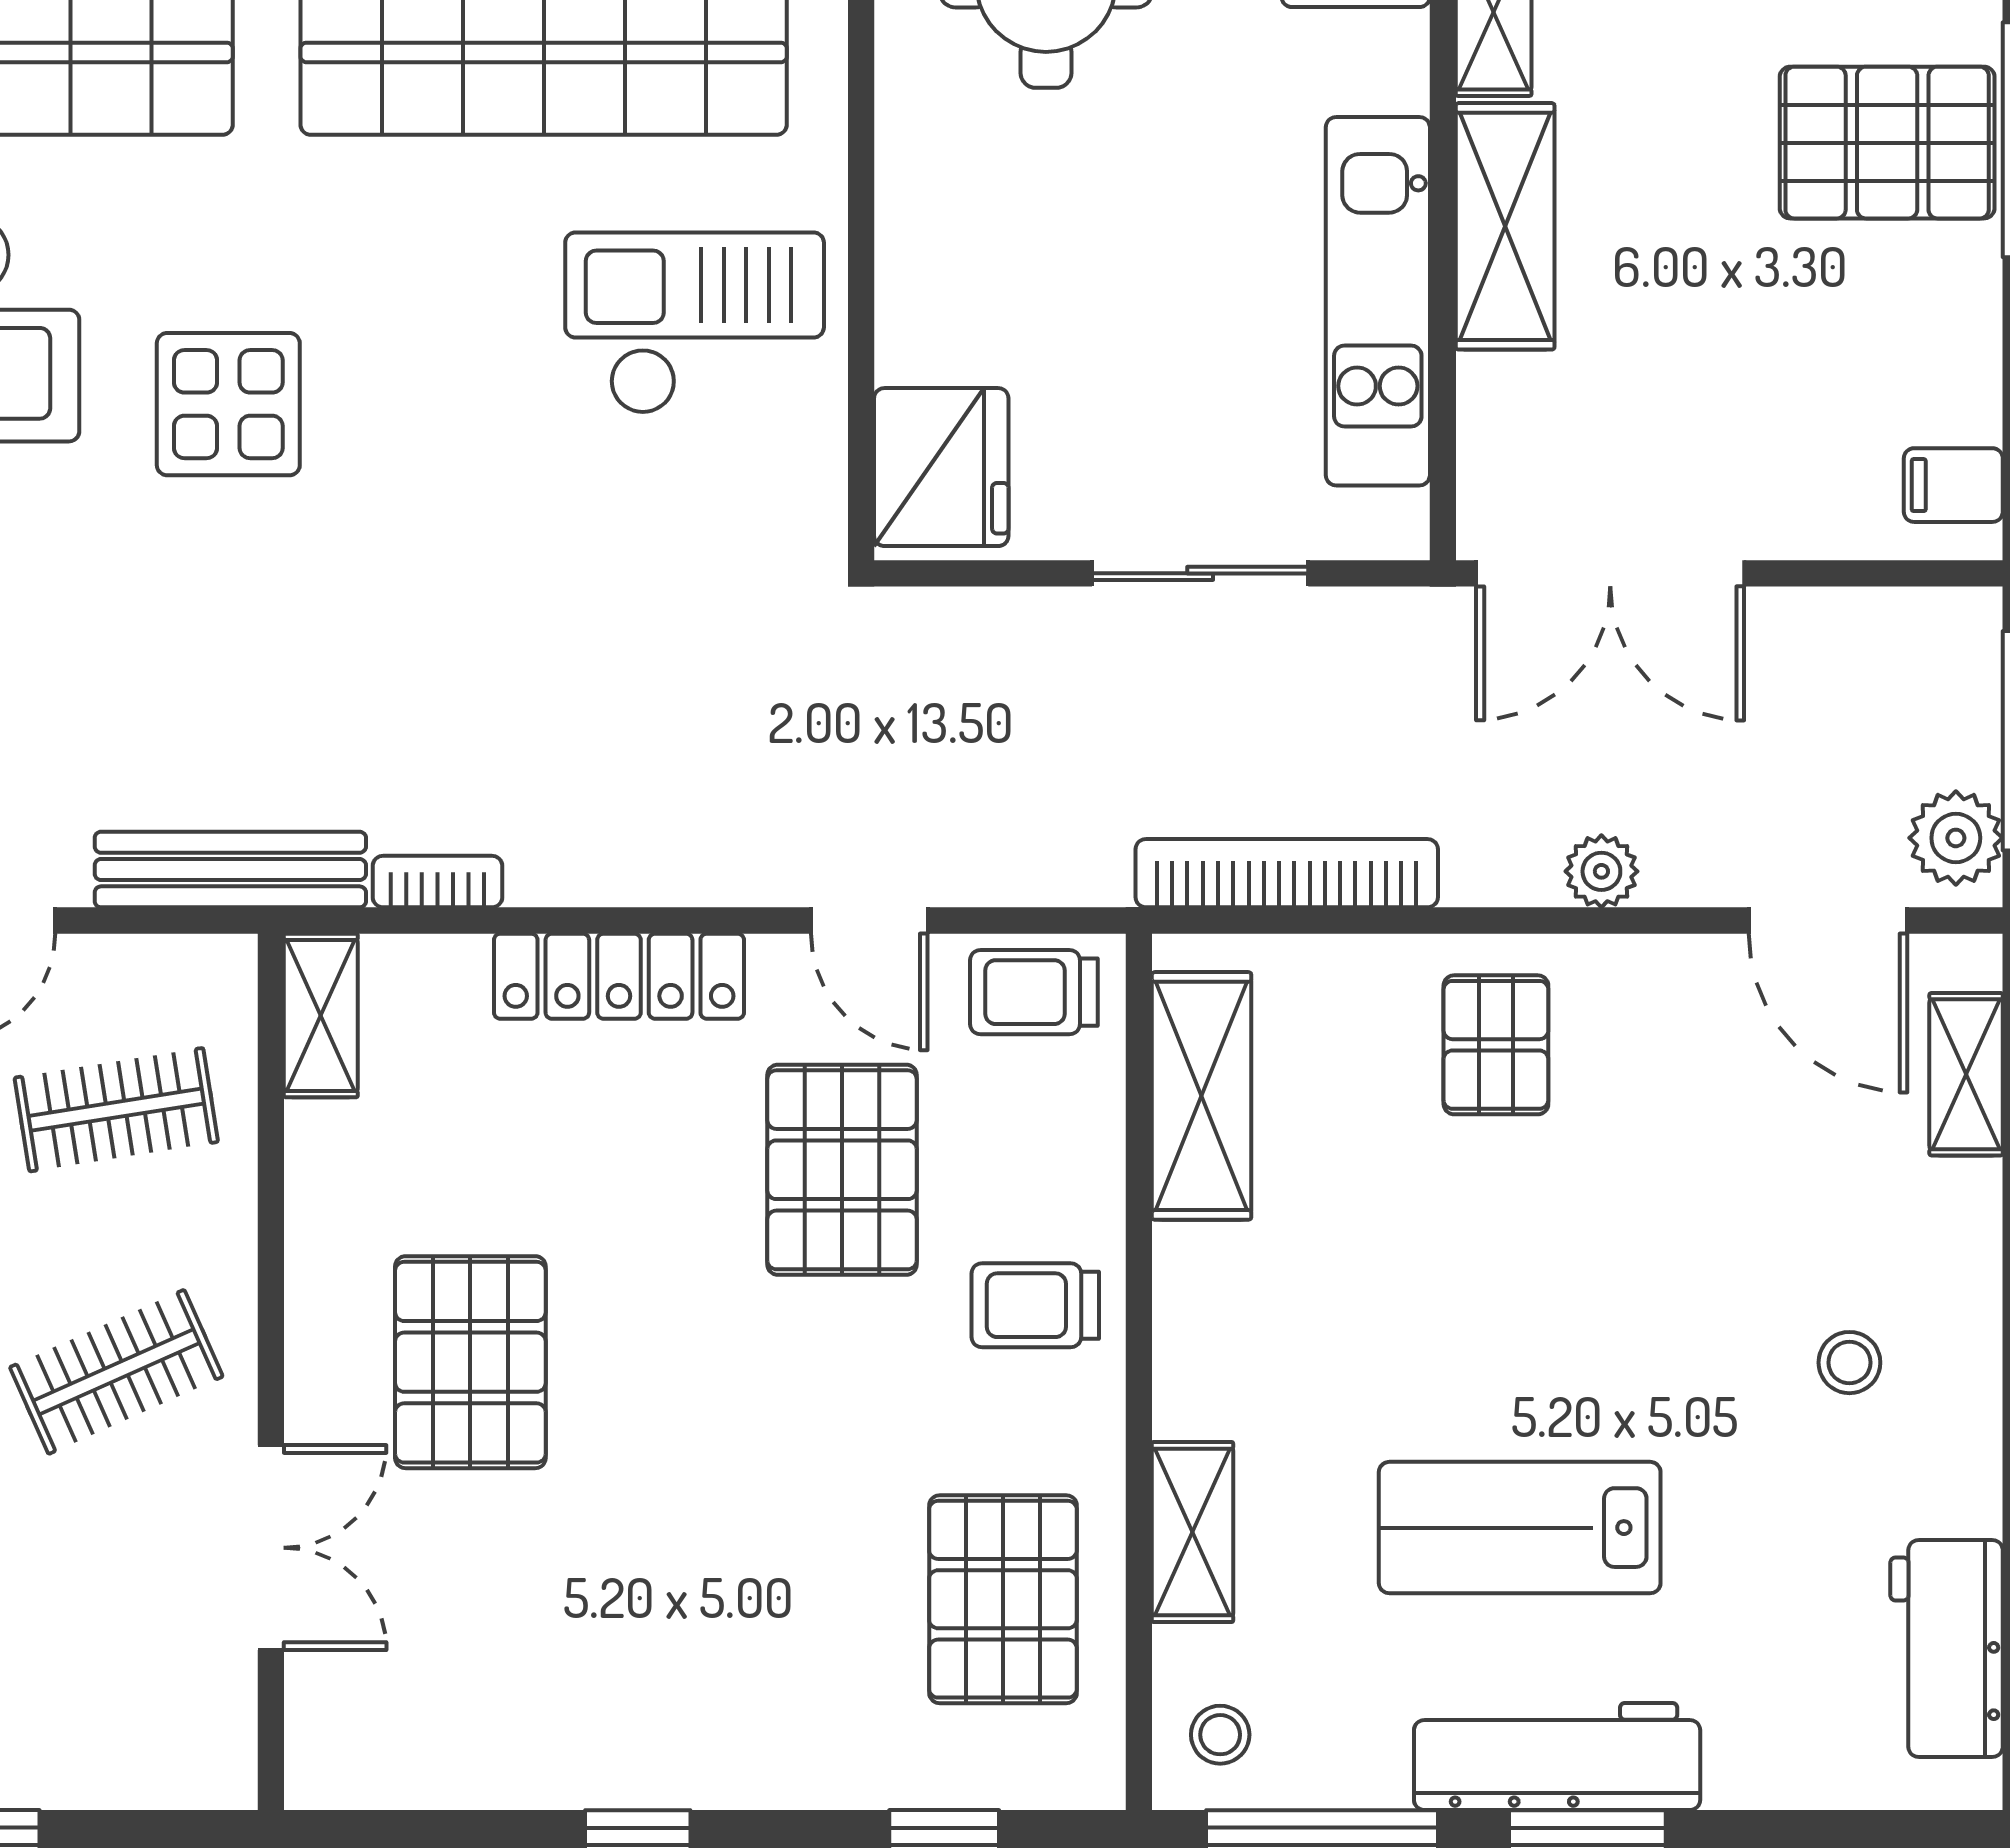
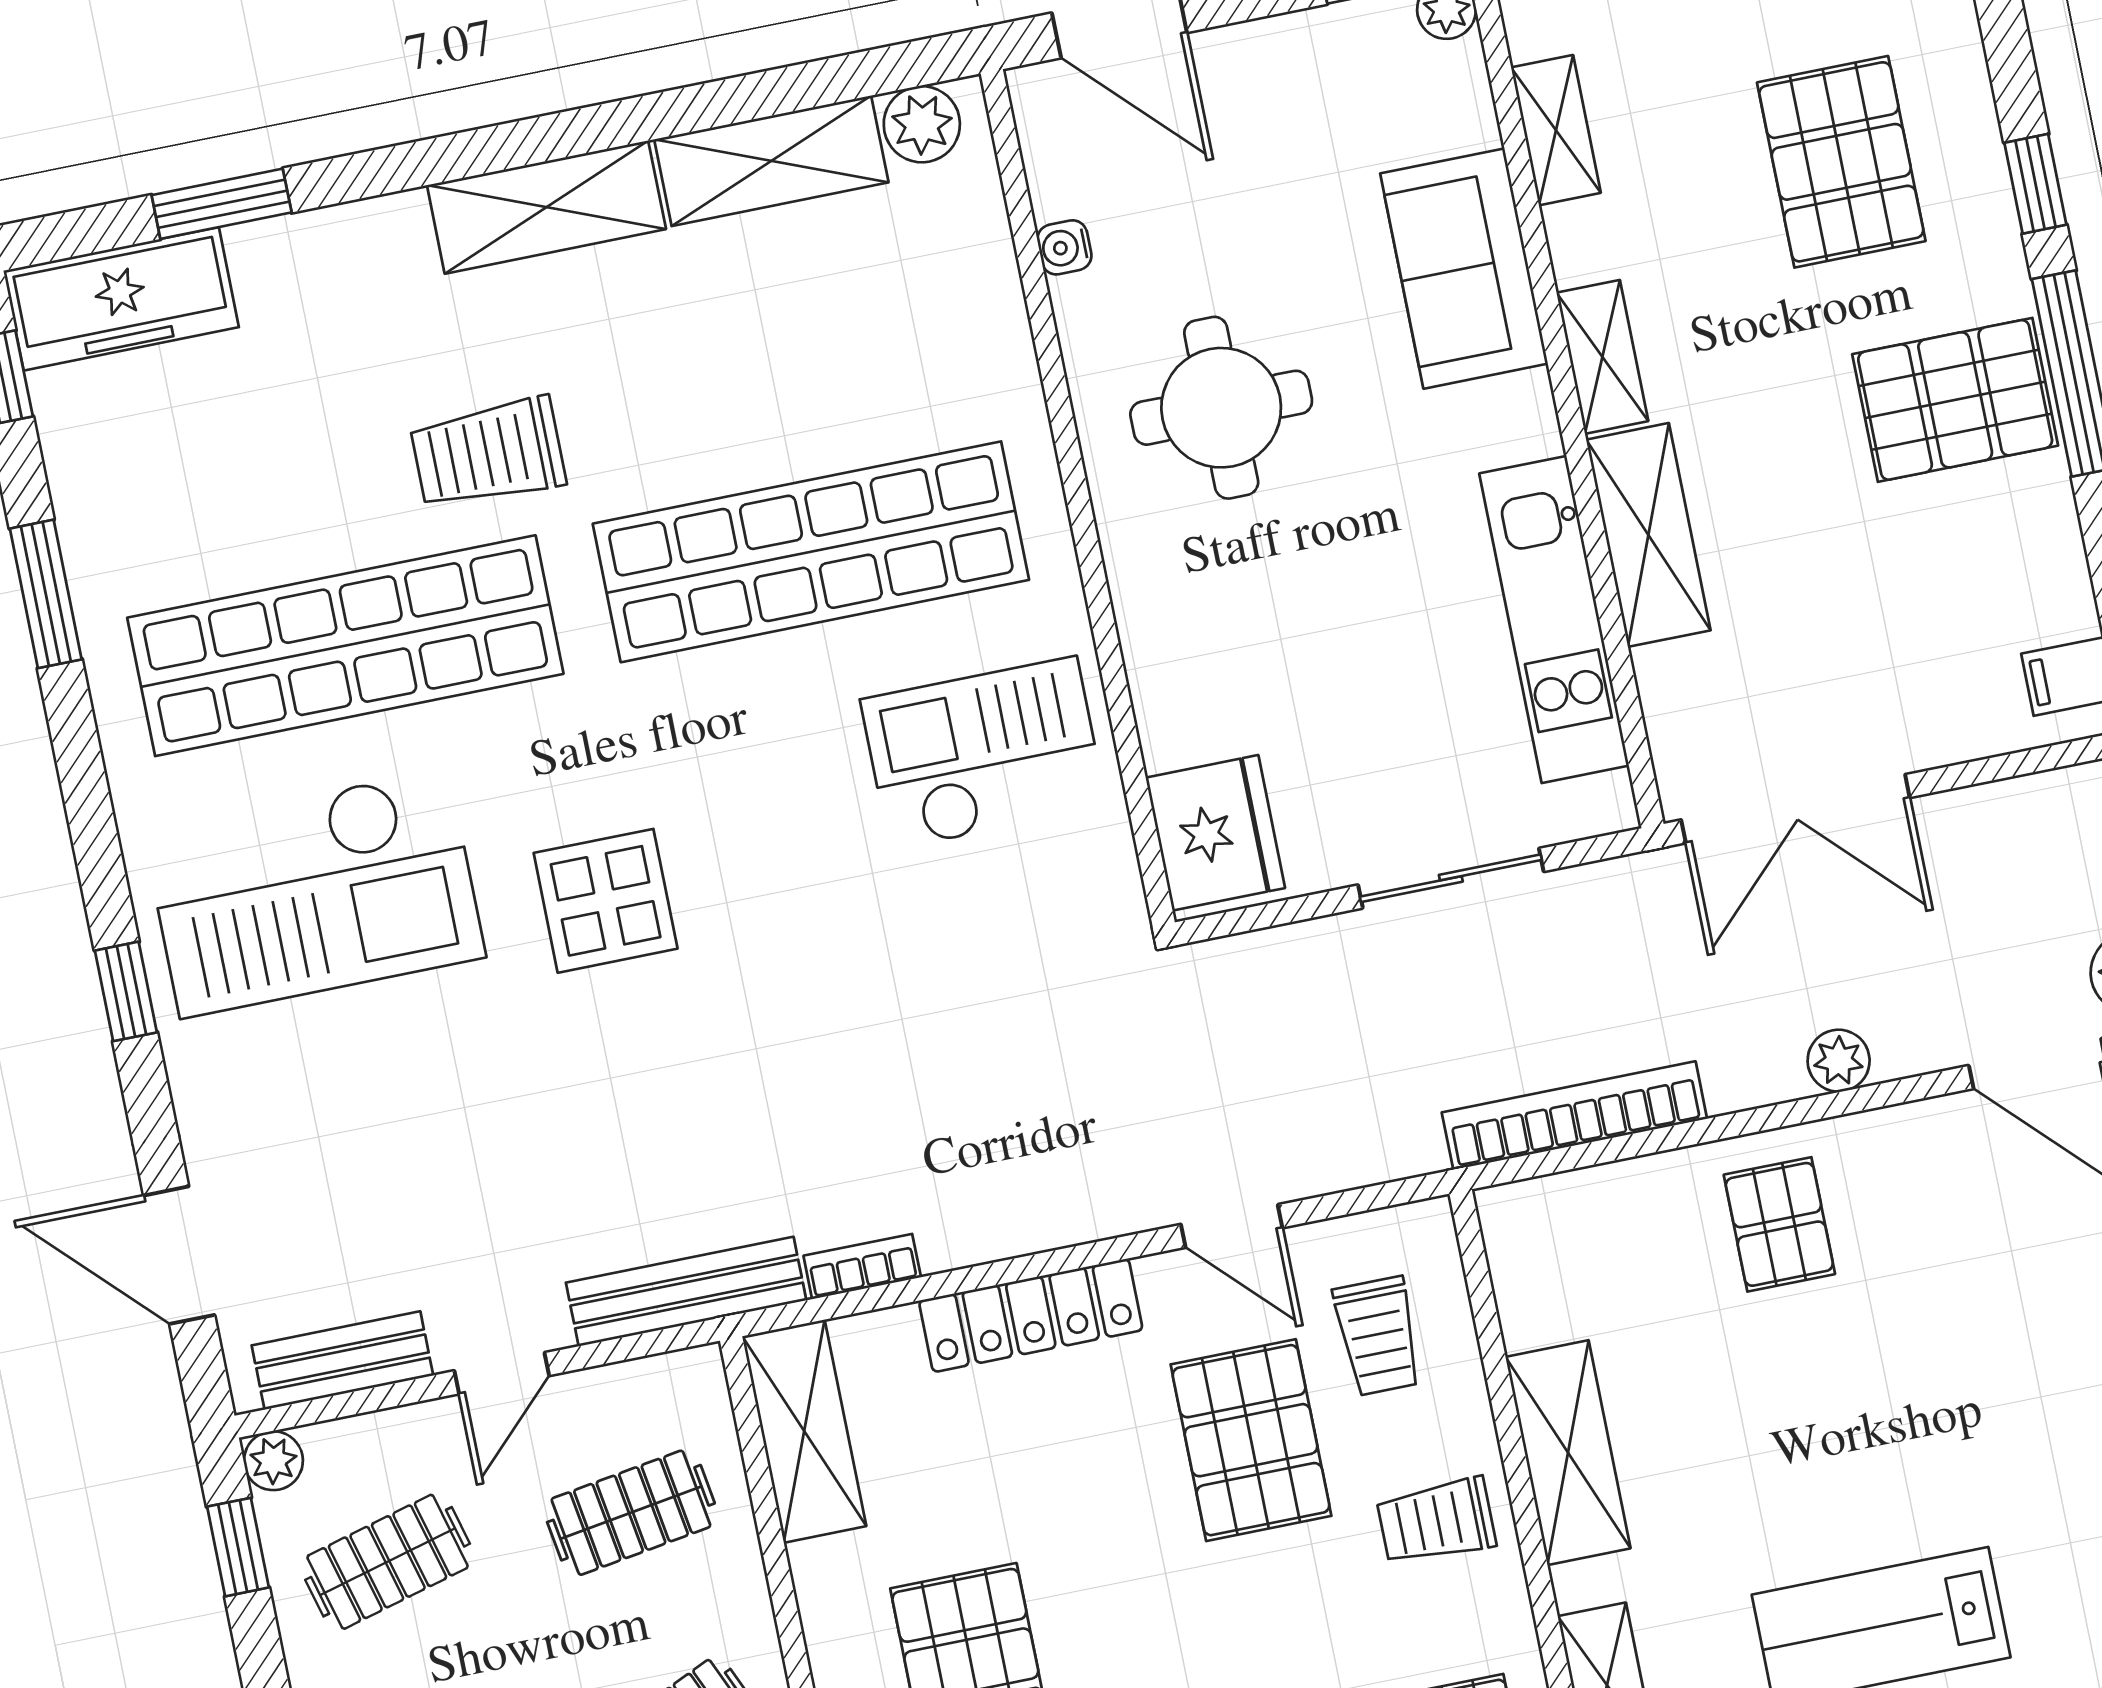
trolley: (1034, 992) -> (1378, 1336), moved, turned -90
shelving: (321, 1015) -> (804, 1431), width x1.50, depth x1.33
shelving: (1202, 1096) -> (1568, 1453), moved

